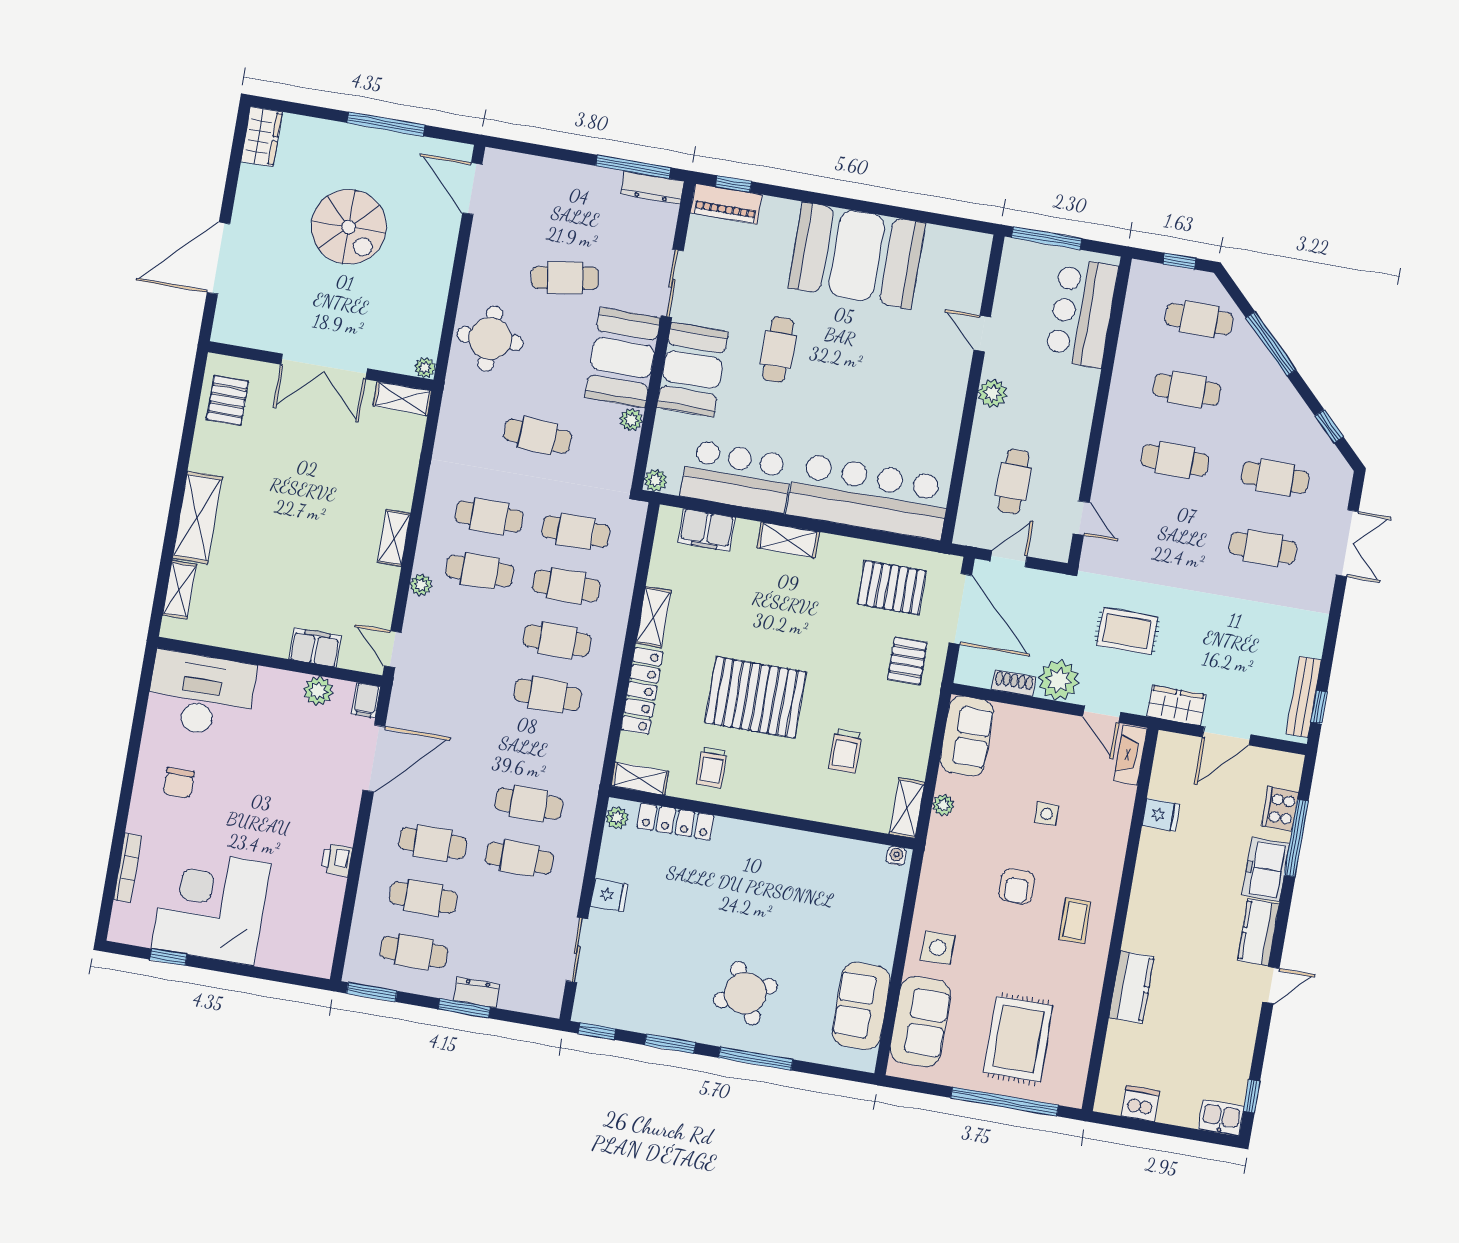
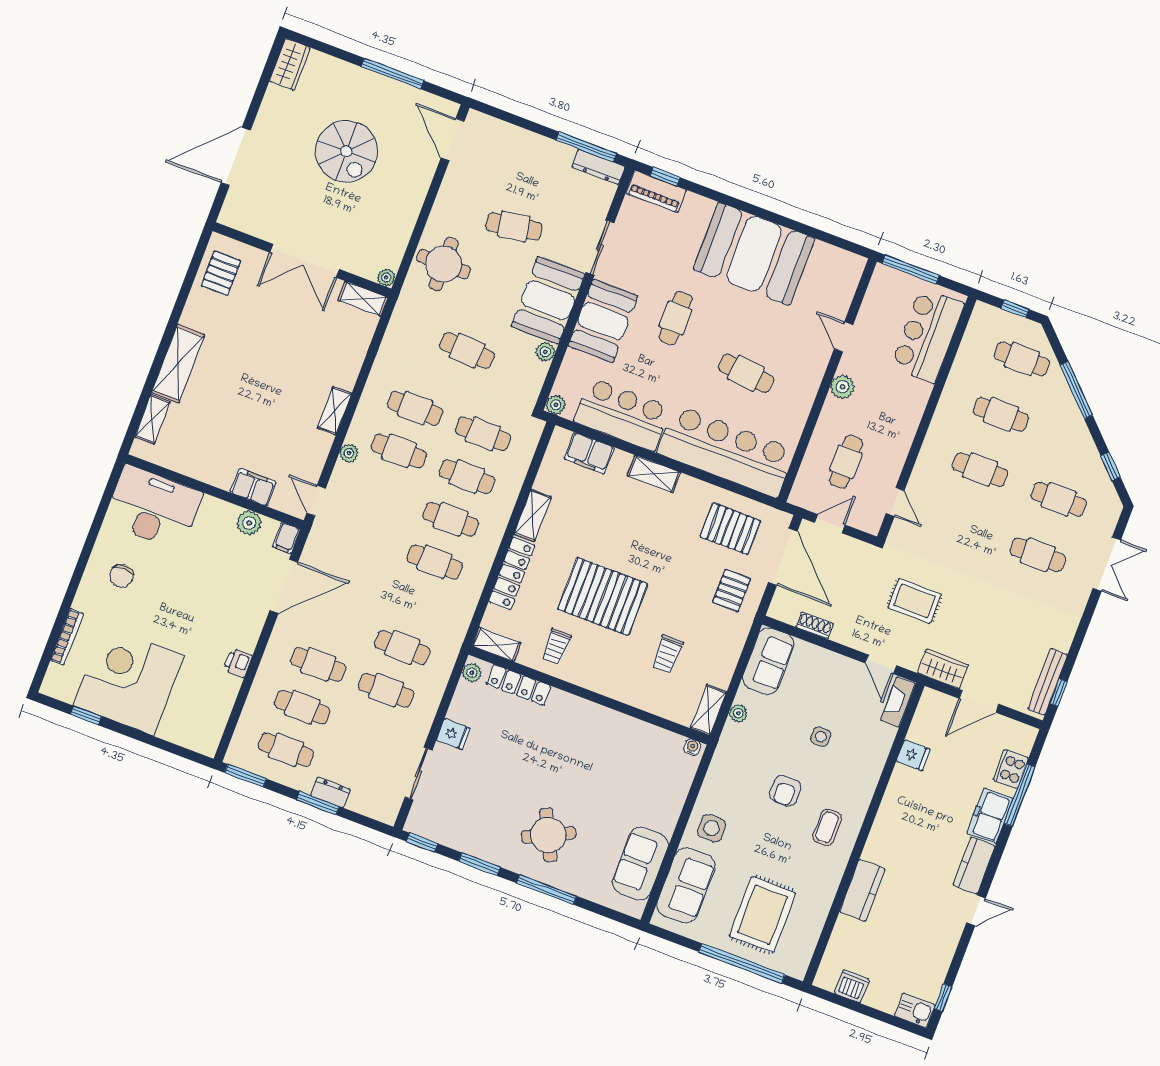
cafe table: (875, 399) -> (746, 373), added
plant: (1059, 680) -> (851, 630), removed

